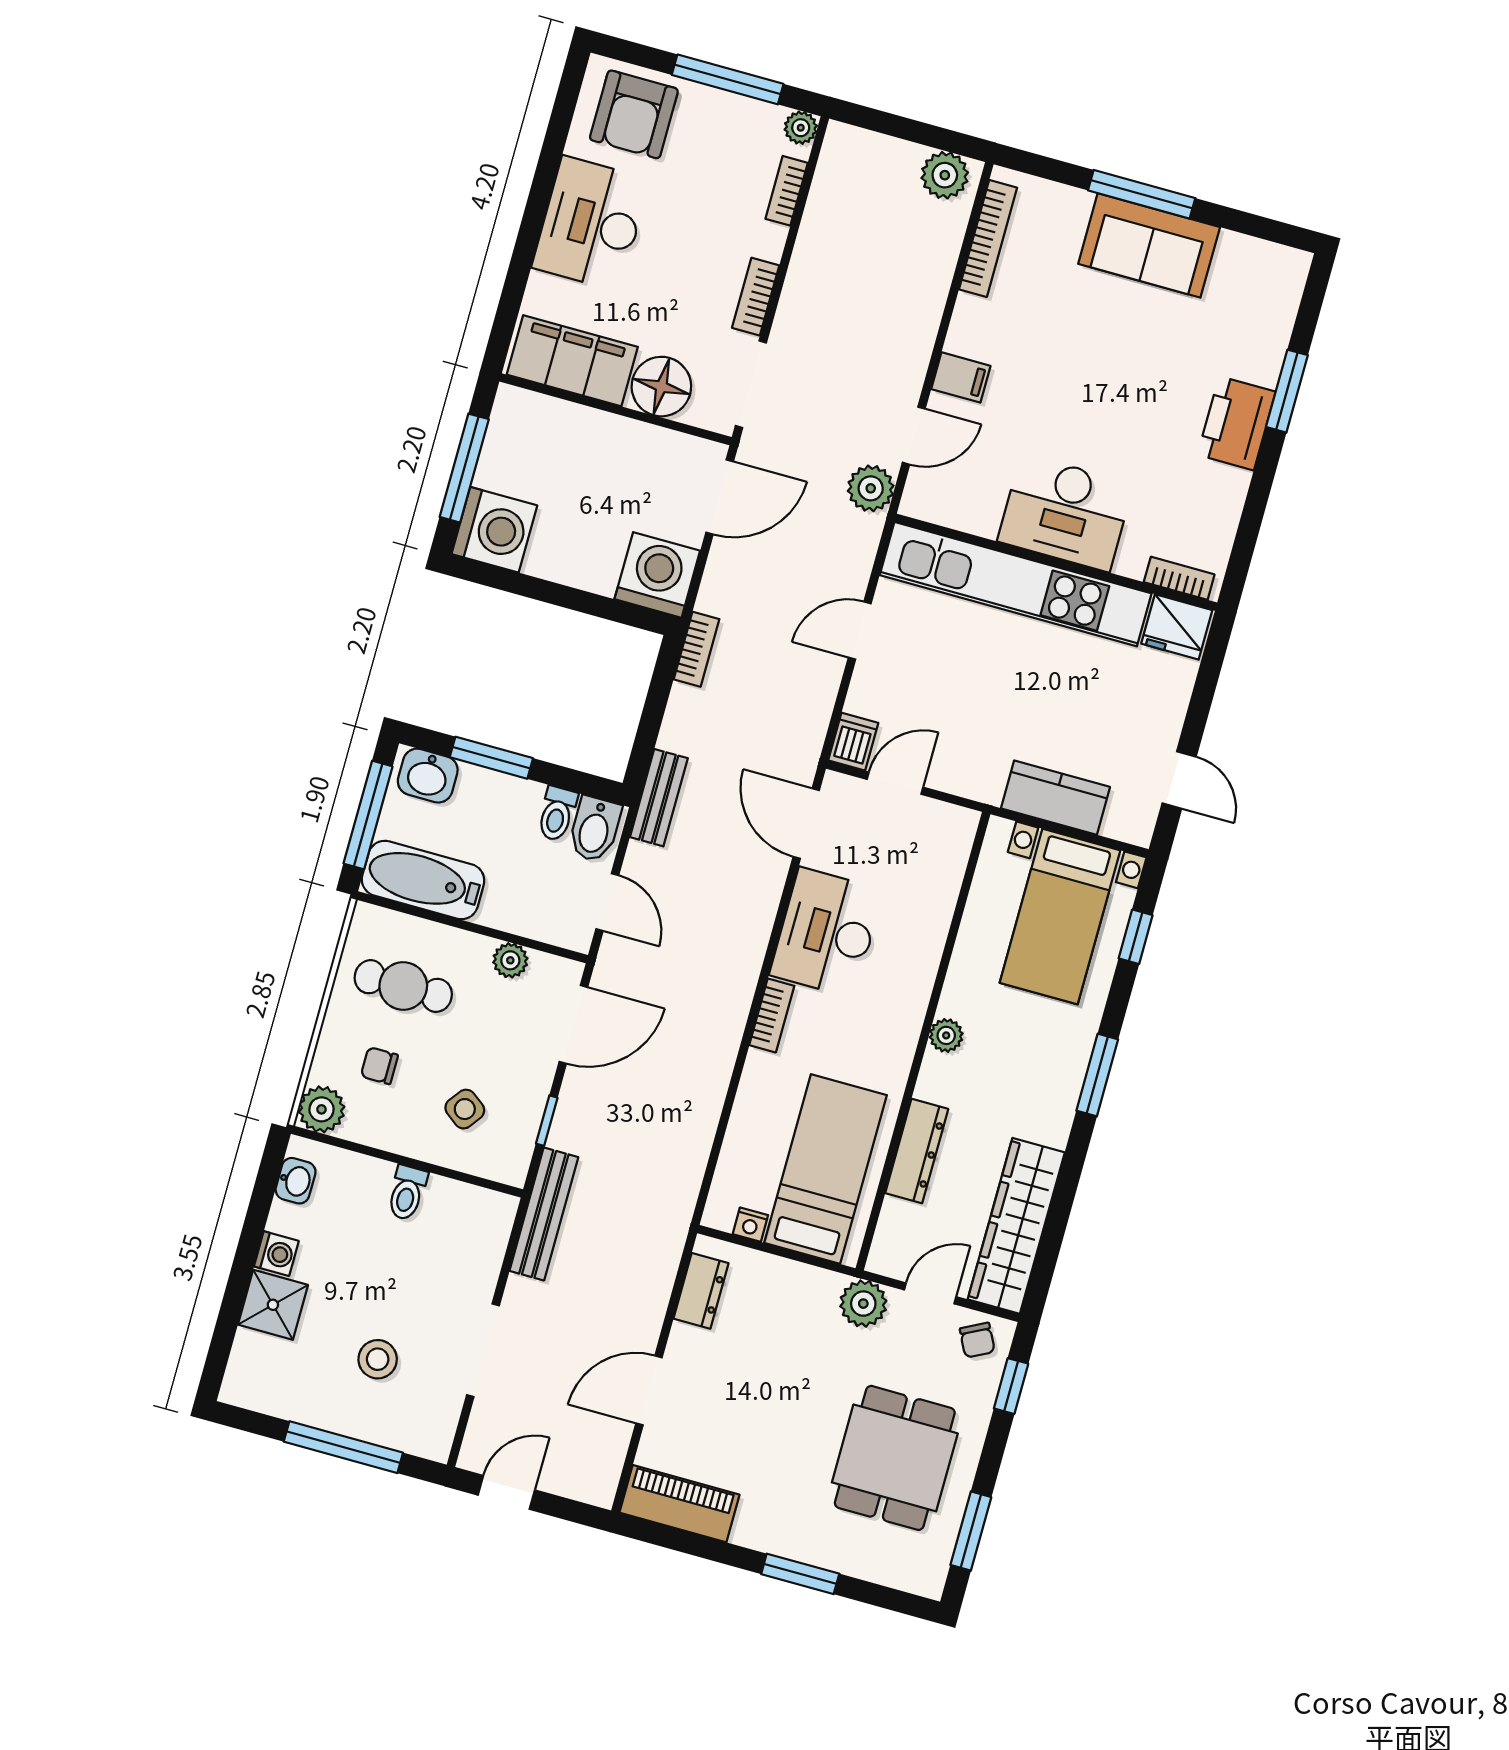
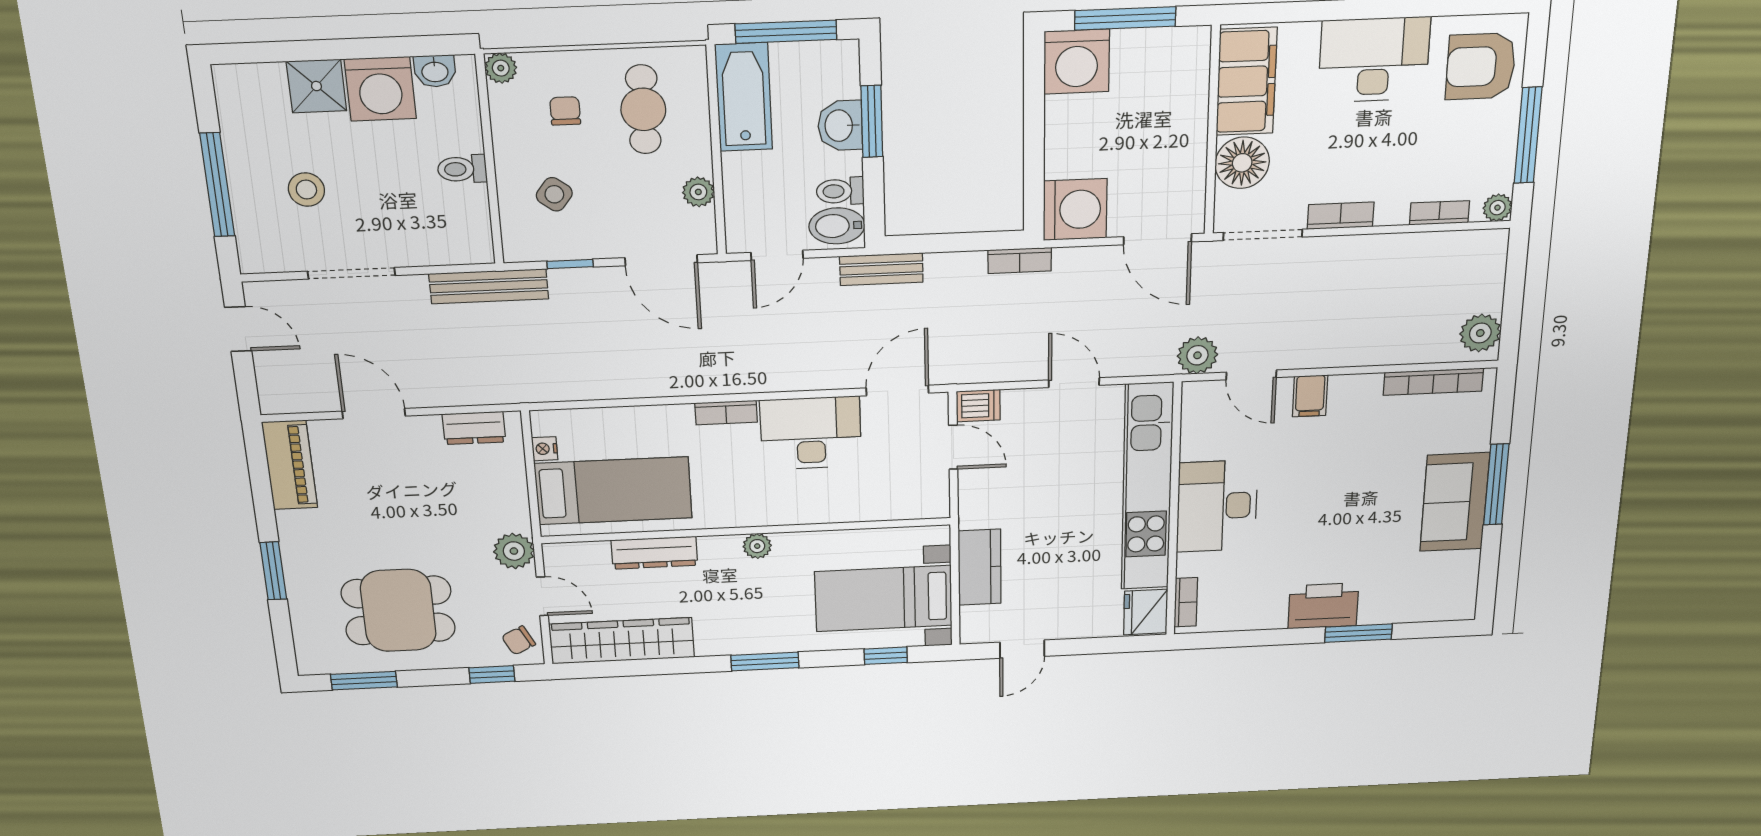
washbasin: (428, 776) -> (840, 126), moved
plant: (322, 1109) -> (501, 68), width x0.73, depth x0.73
washing machine: (276, 1254) -> (380, 89), width x1.89, depth x1.89

